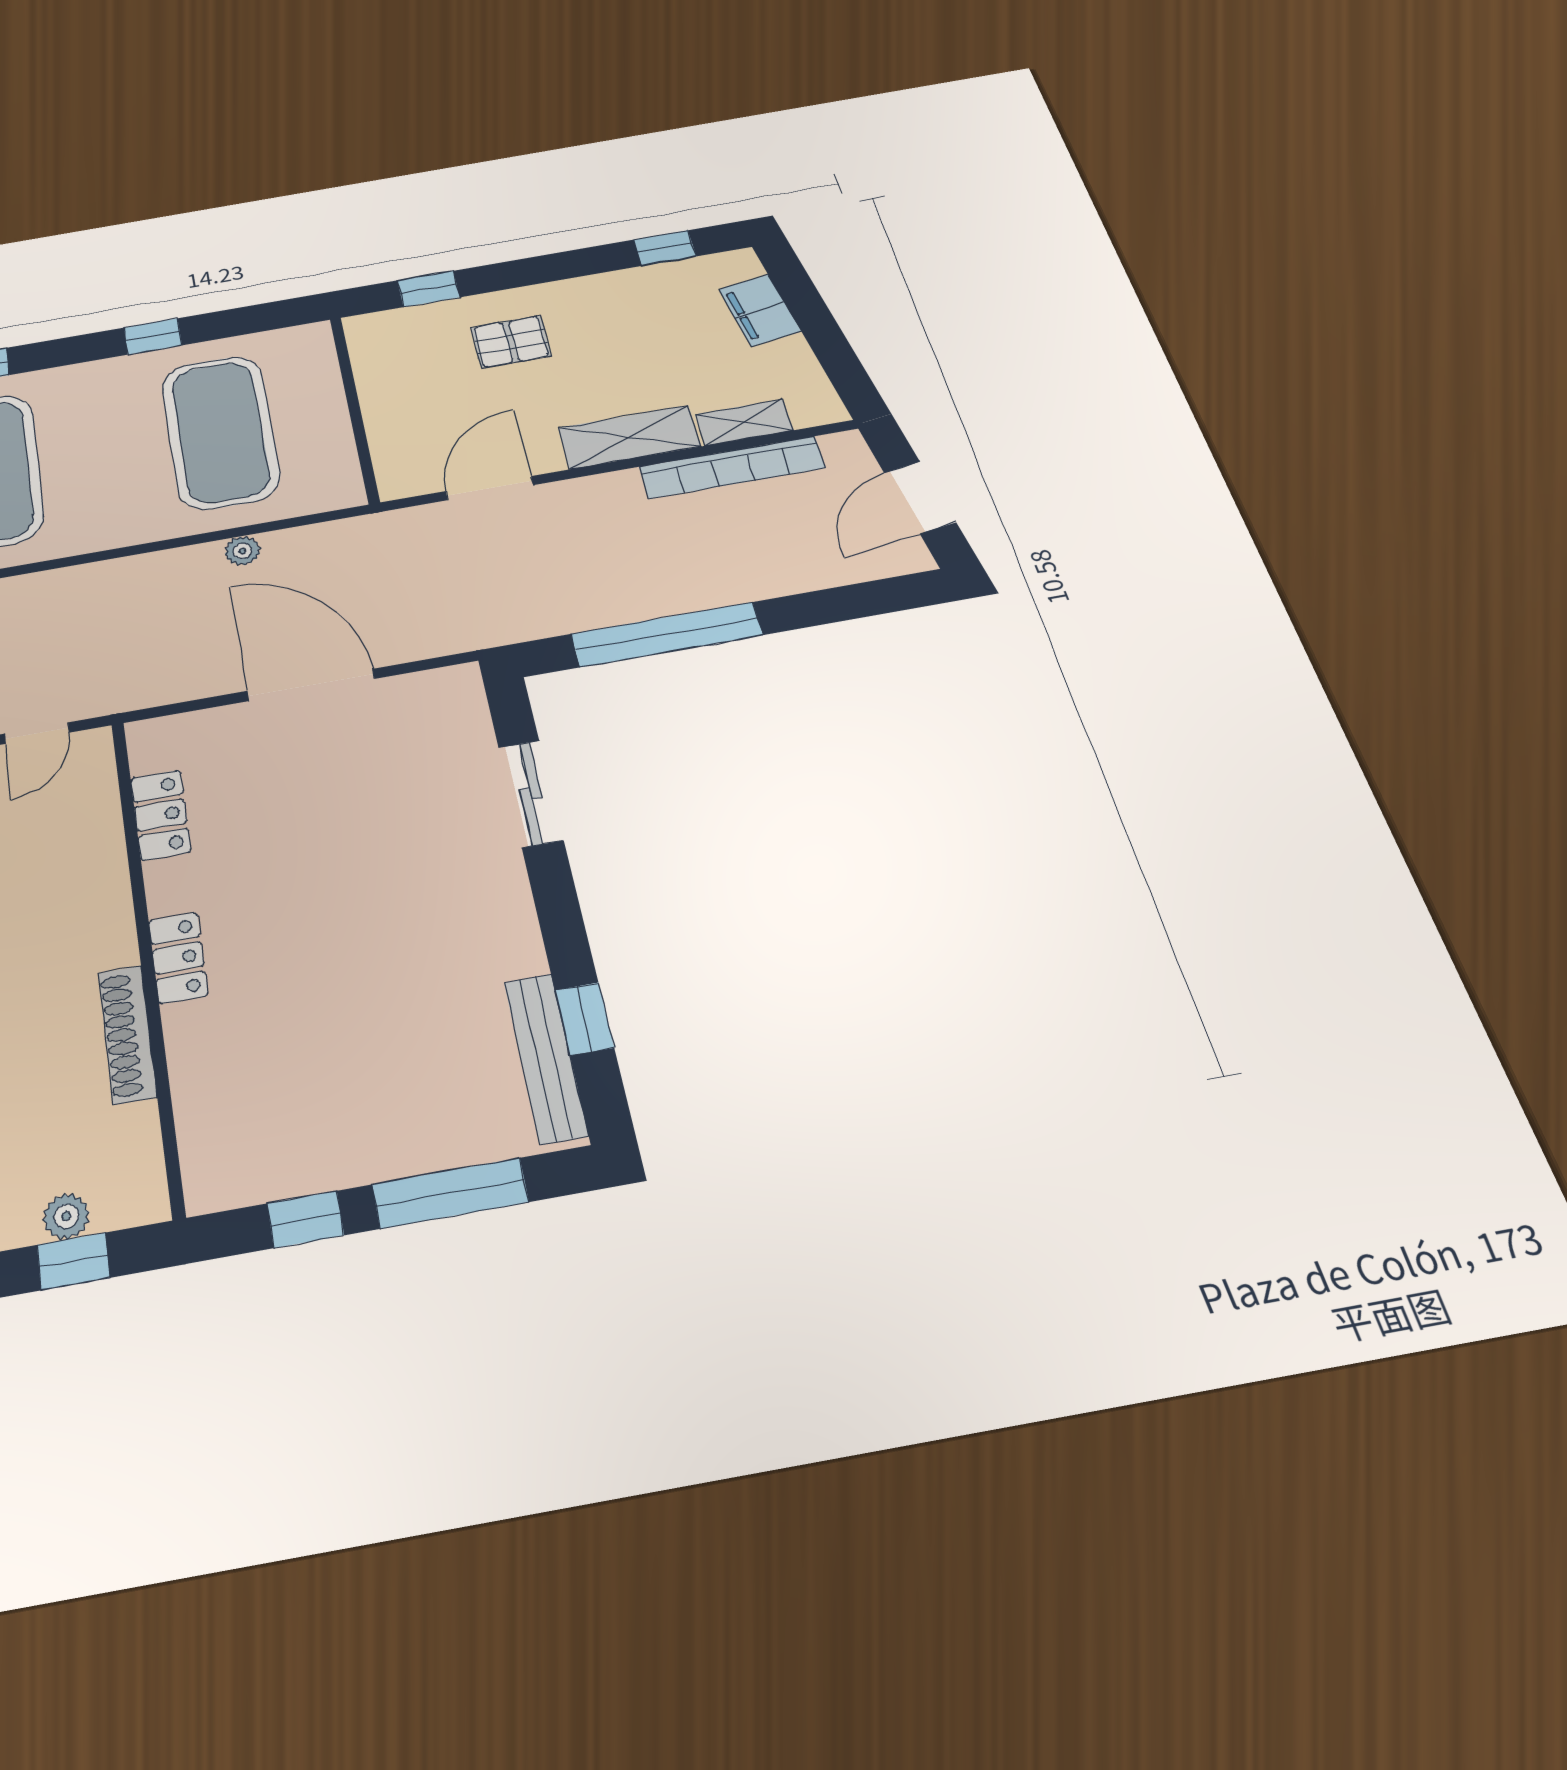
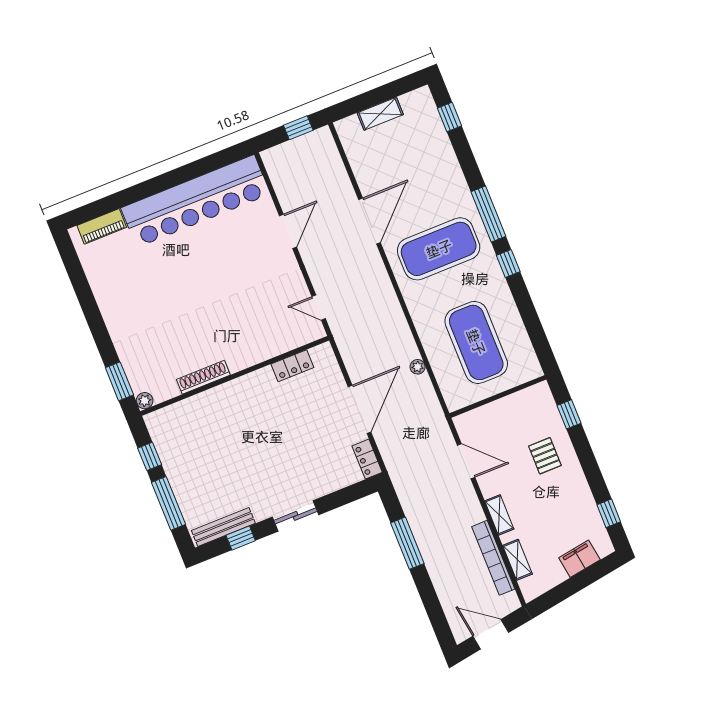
window: (153, 336) -> (508, 263), moved
exercise mat: (221, 432) -> (476, 342), turned 90
shelving: (629, 437) -> (499, 515), width x0.67, depth x0.75
window: (667, 634) -> (407, 543), width x0.68
sliding door: (531, 794) -> (296, 516), moved
locker: (178, 958) -> (367, 459), moved, turned 90
plant: (66, 1216) -> (145, 401), moved
window: (73, 1261) -> (119, 381), width x1.50

